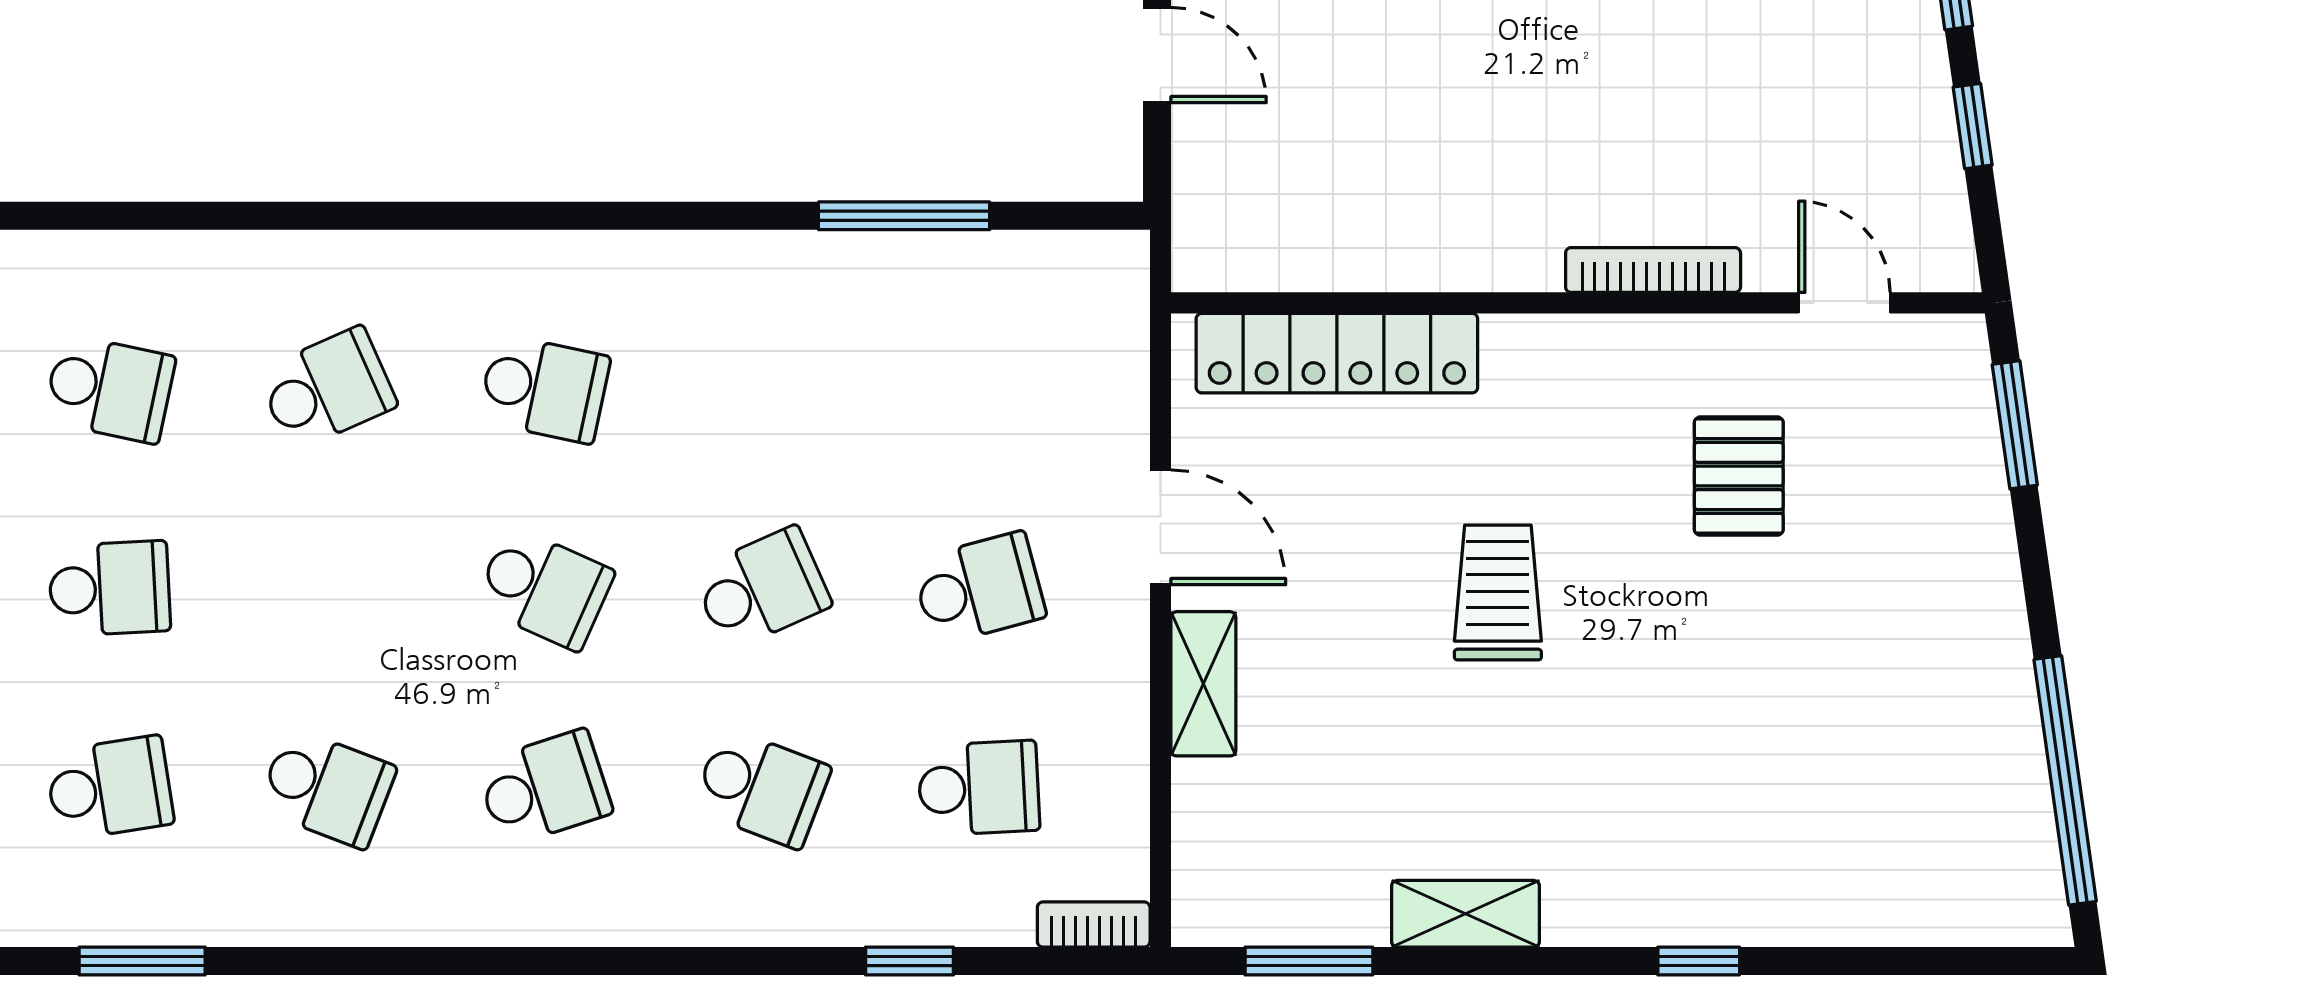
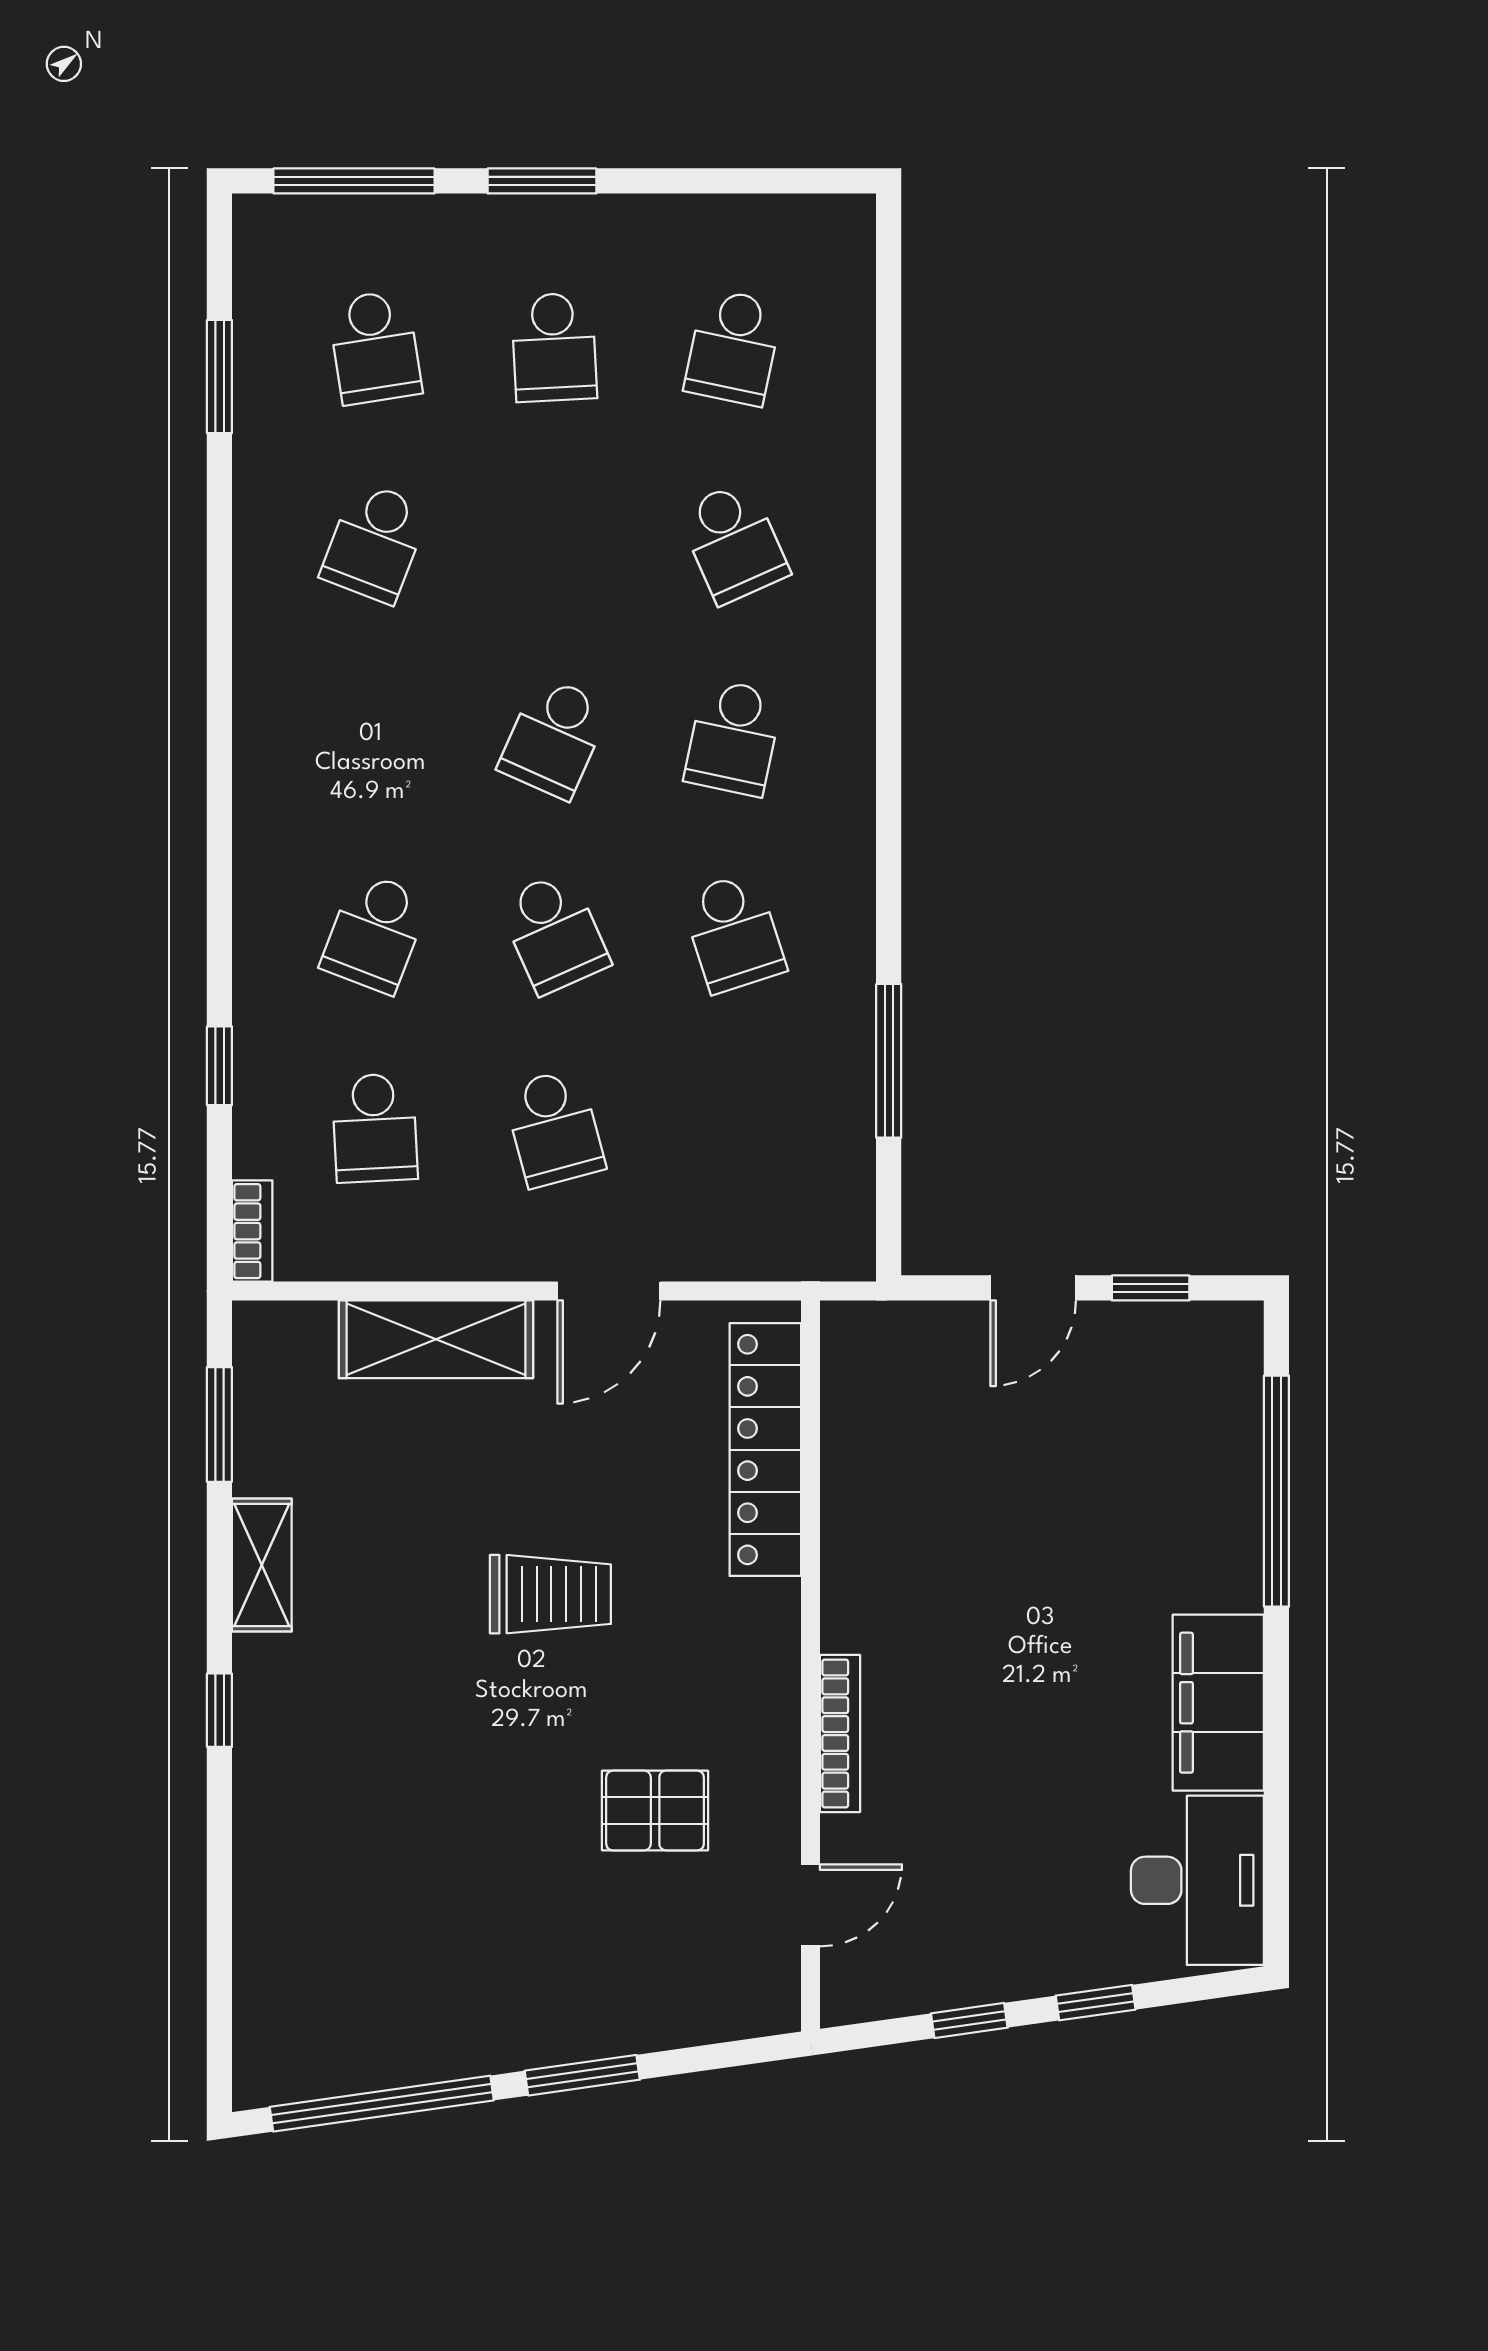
window: (2015, 425) -> (582, 2075), moved
shelving: (1203, 684) -> (436, 1339), width x1.50, depth x1.33
school desk: (544, 788) -> (733, 933), moved
window: (1699, 961) -> (219, 1710), moved

